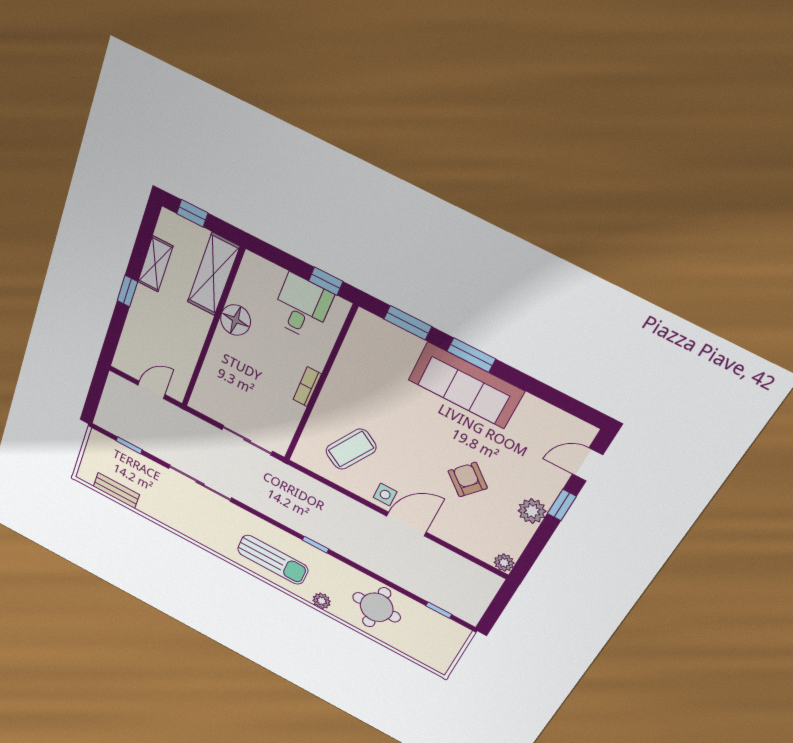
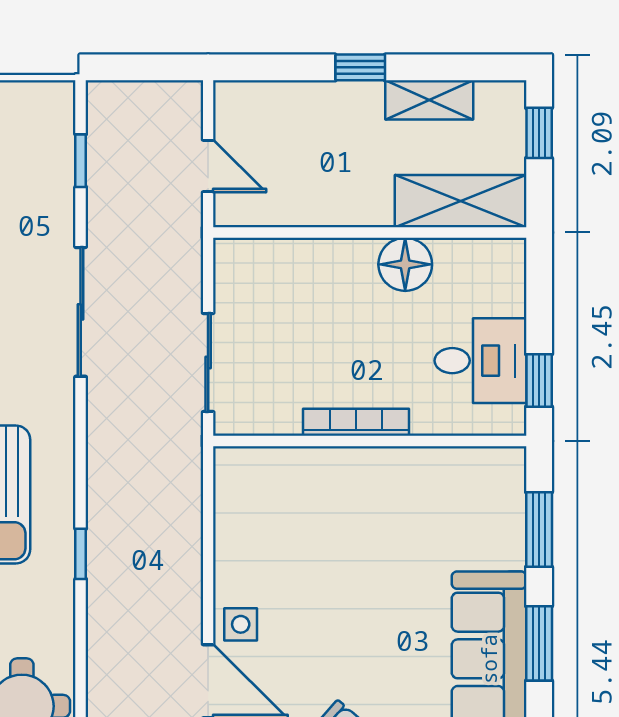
bookcase: (307, 387) -> (356, 422), width x1.56
coffee table: (351, 449) -> (289, 536), removed

